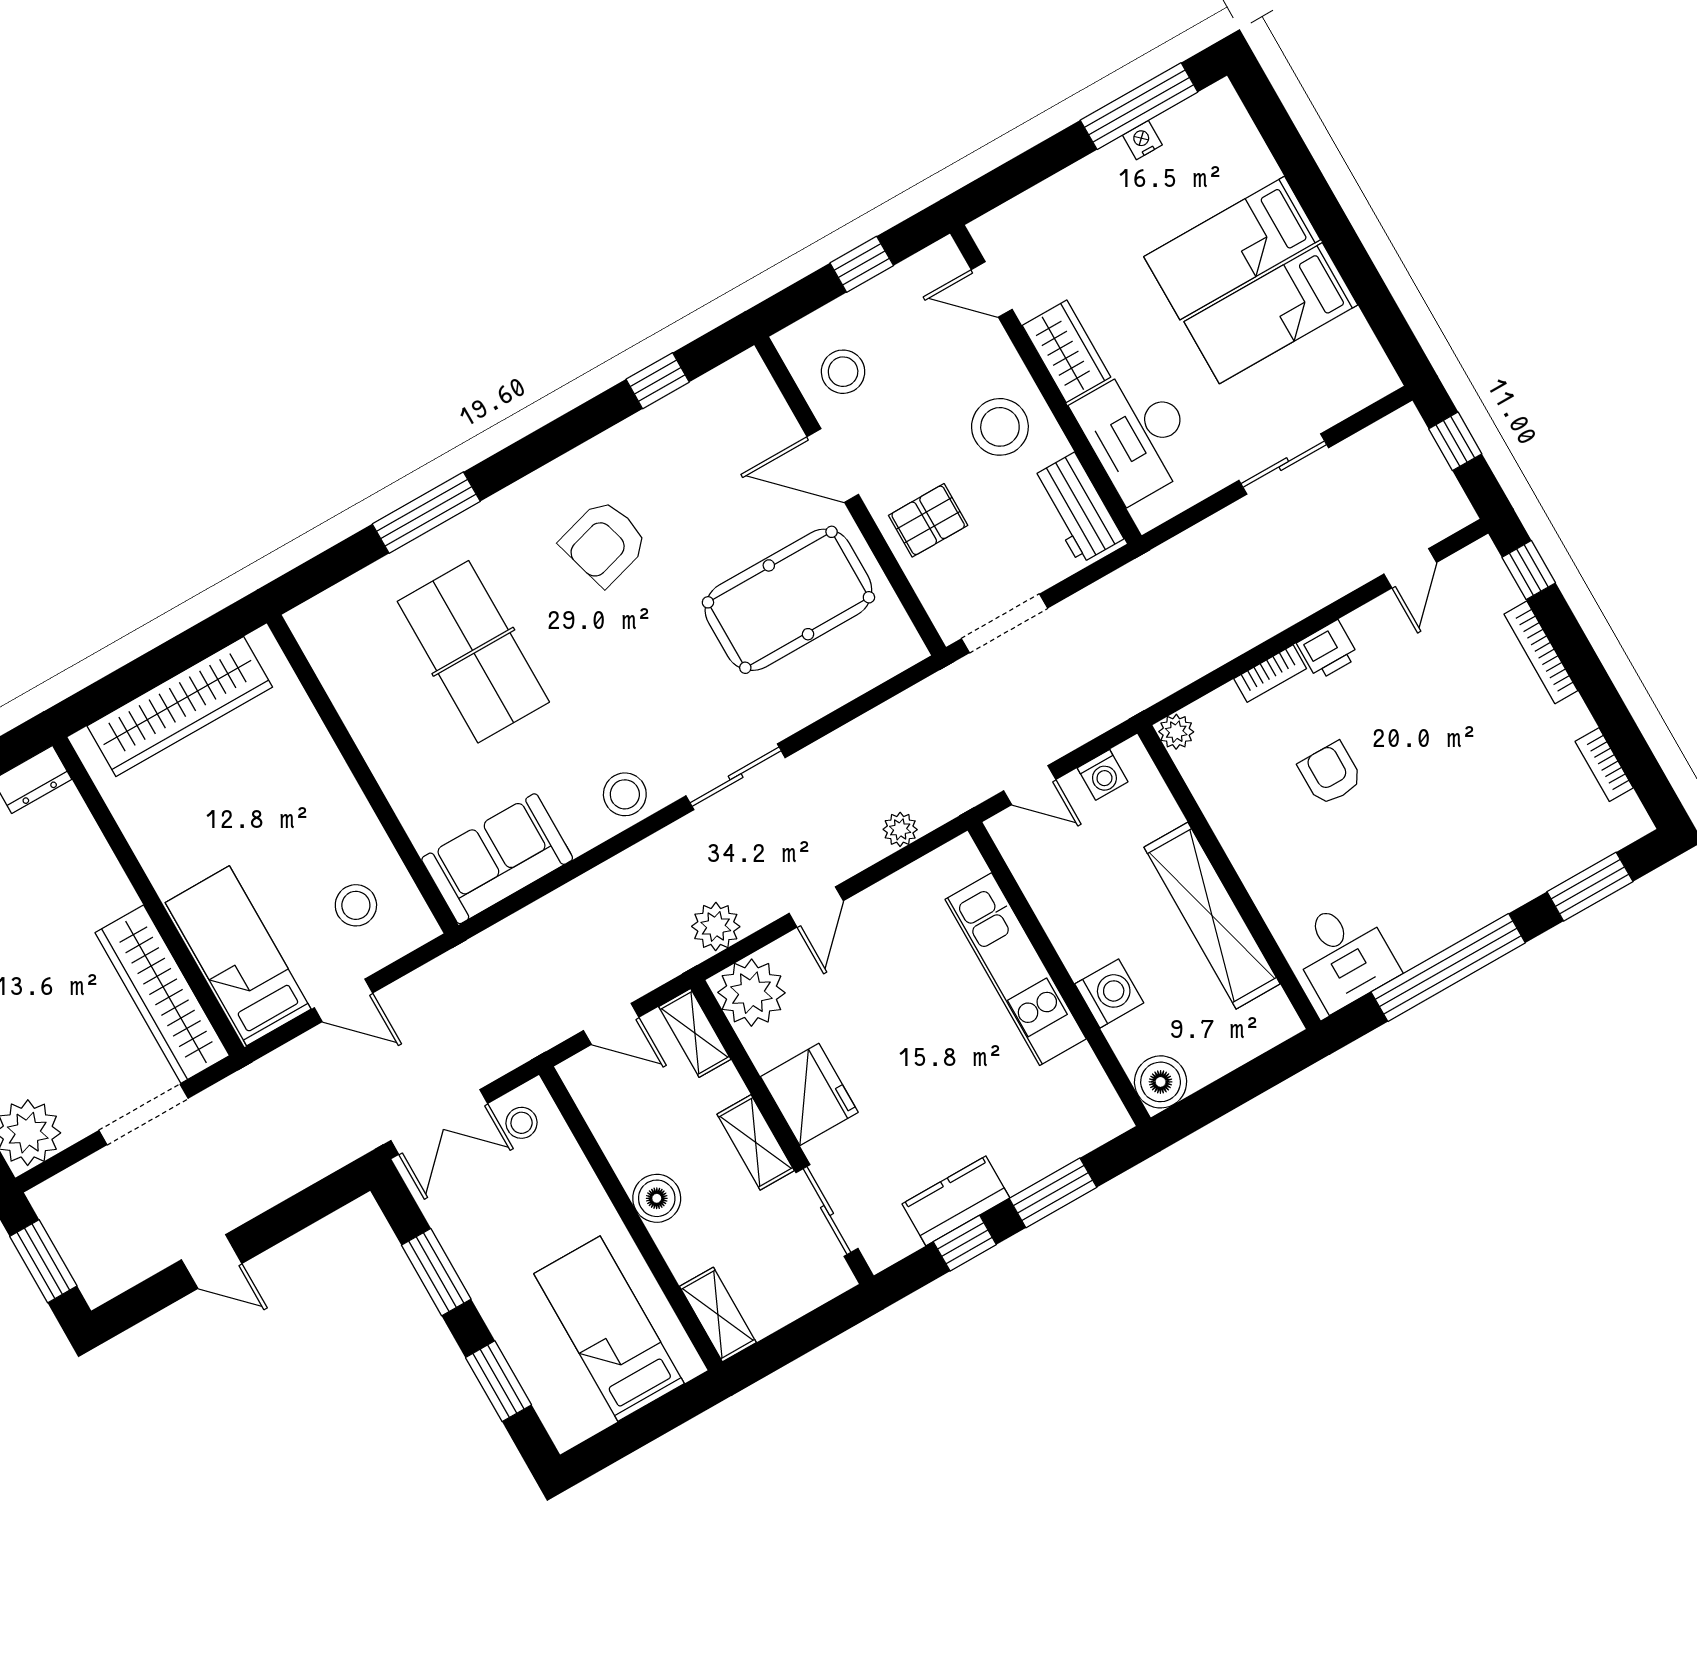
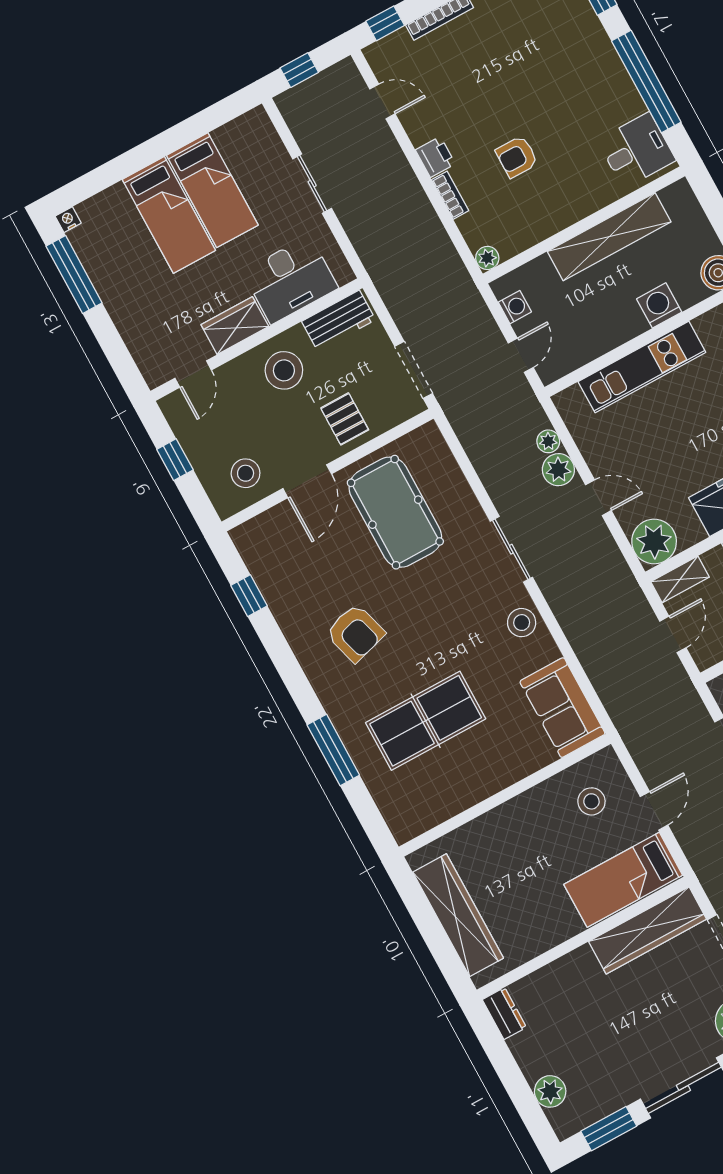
nightstand: (1142, 140) -> (68, 220), moved, turned 90
plant: (716, 926) -> (558, 470), moved

